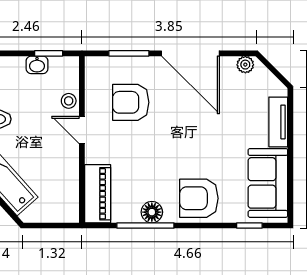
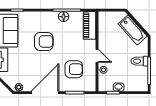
door: (191, 53) -> (45, 93), hinge flipped
armchair: (199, 198) -> (44, 41), moved

